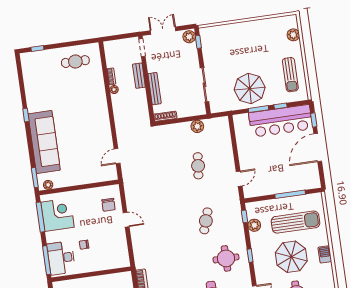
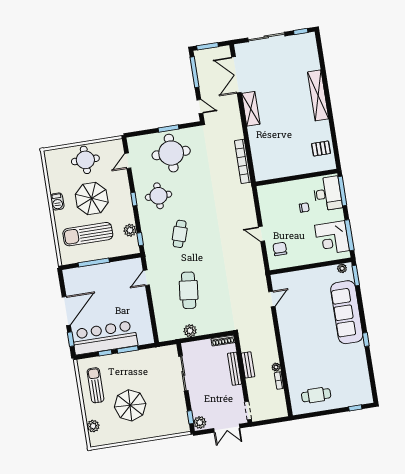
bench: (139, 76) -> (248, 365), moved
parasol: (250, 89) -> (130, 405), moved
cafe table: (198, 166) -> (189, 290), width x1.37, depth x1.35

